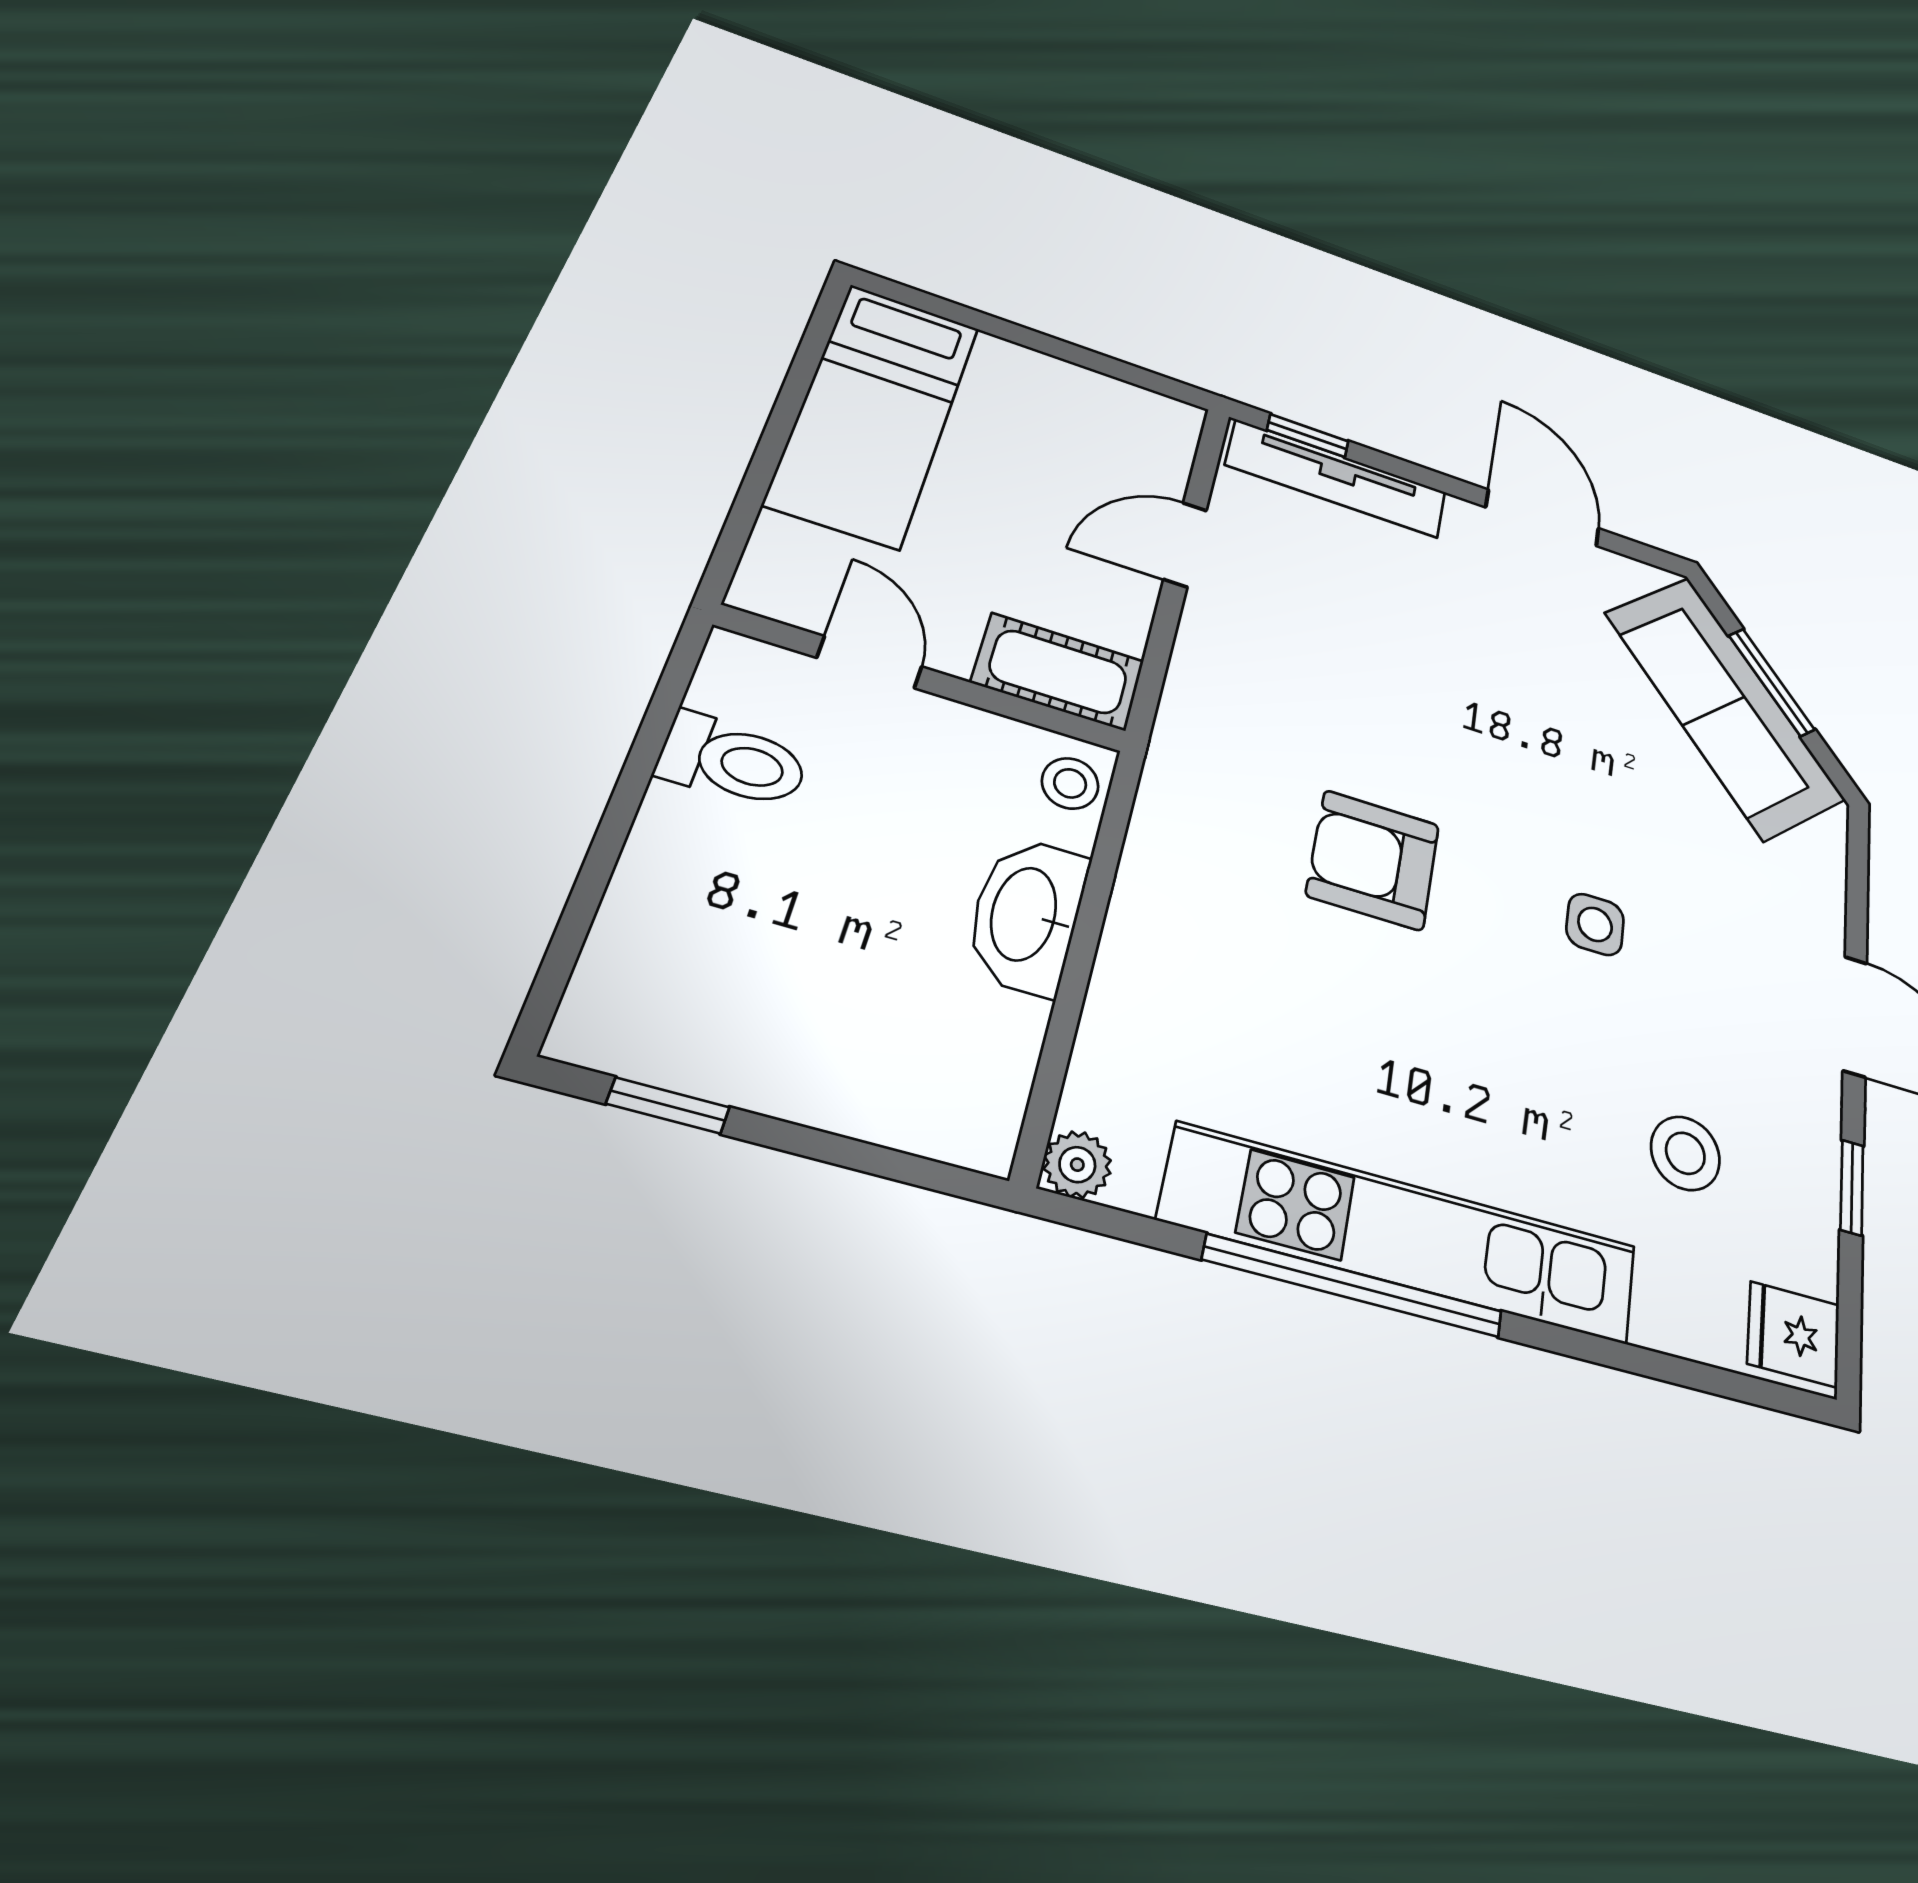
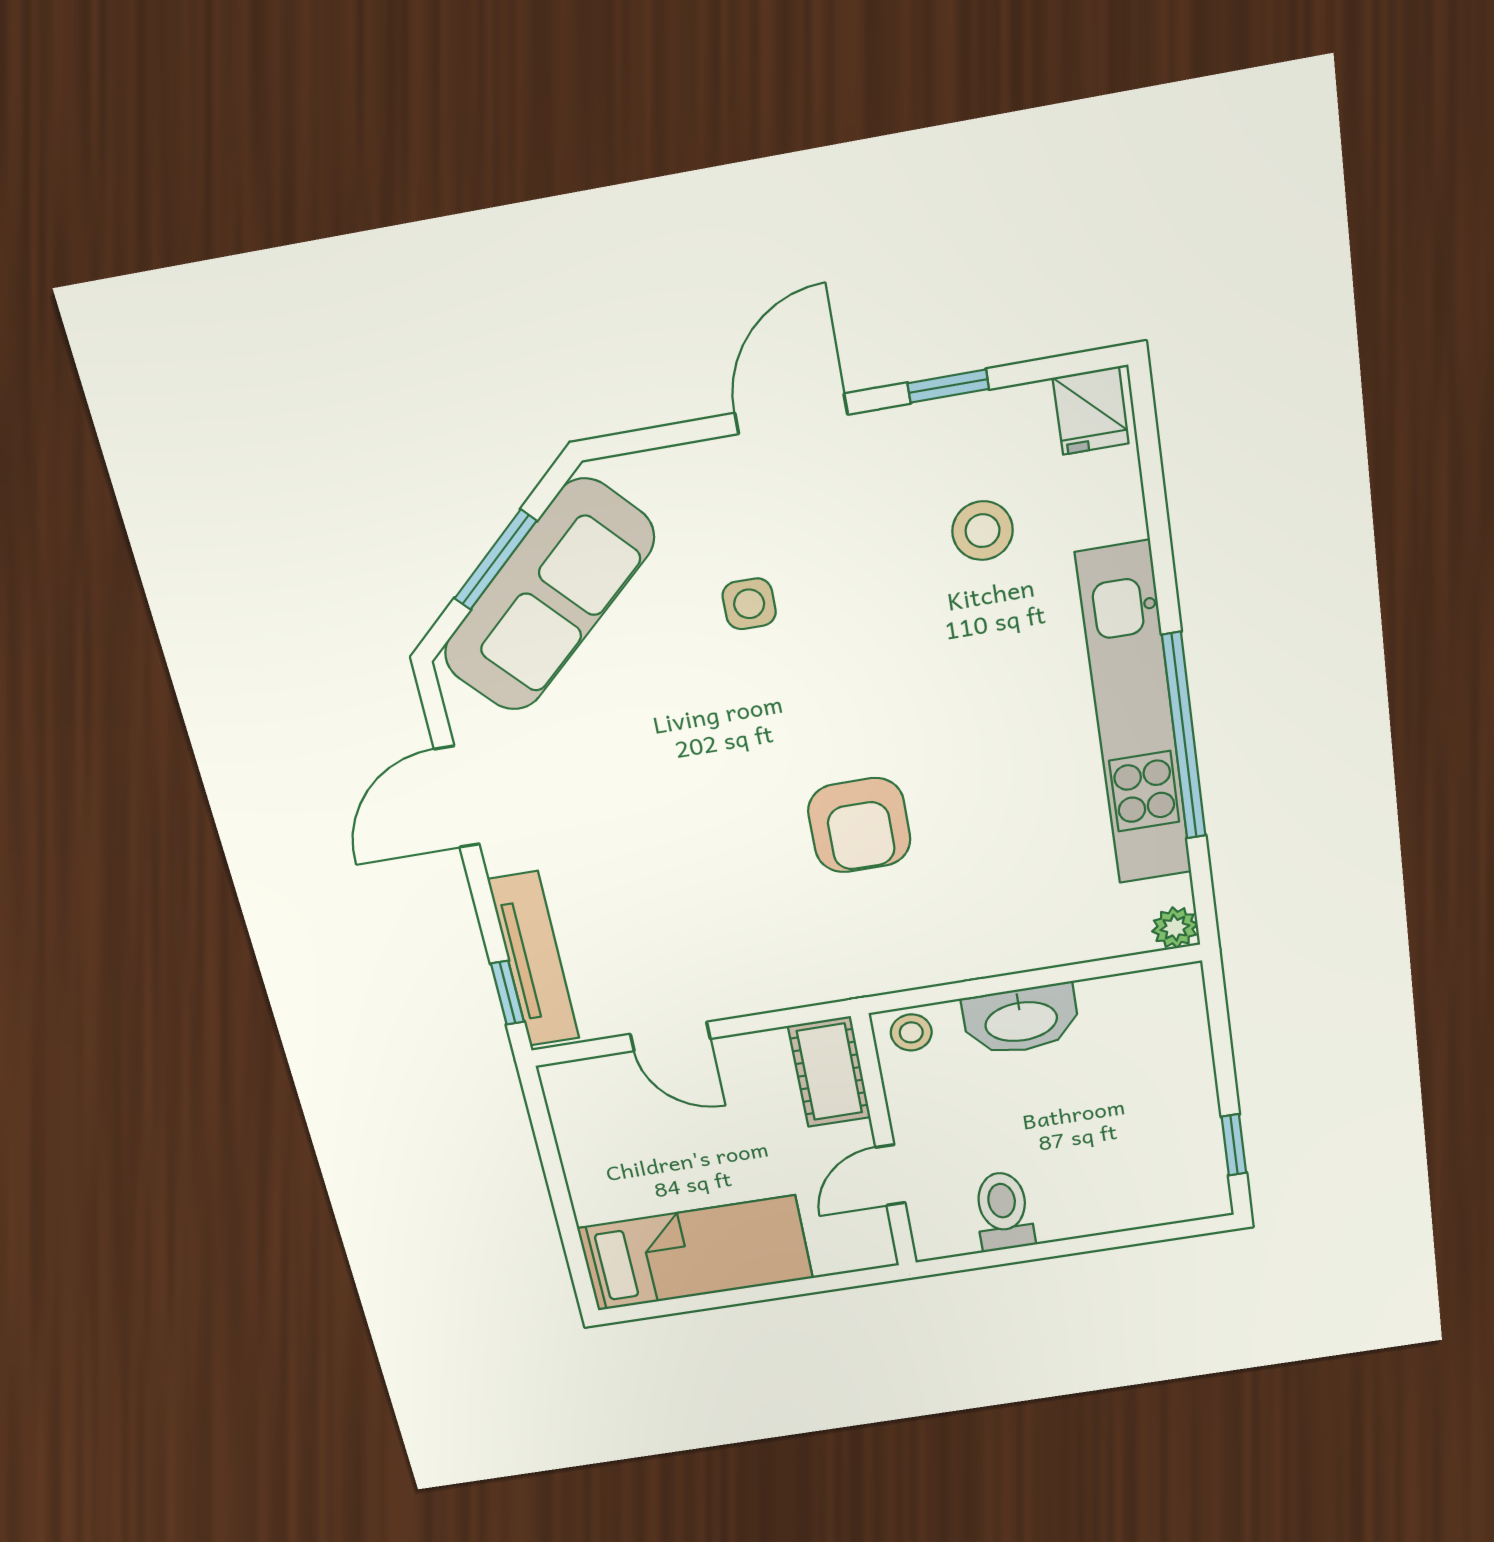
side table: (1595, 924) -> (749, 604), moved

